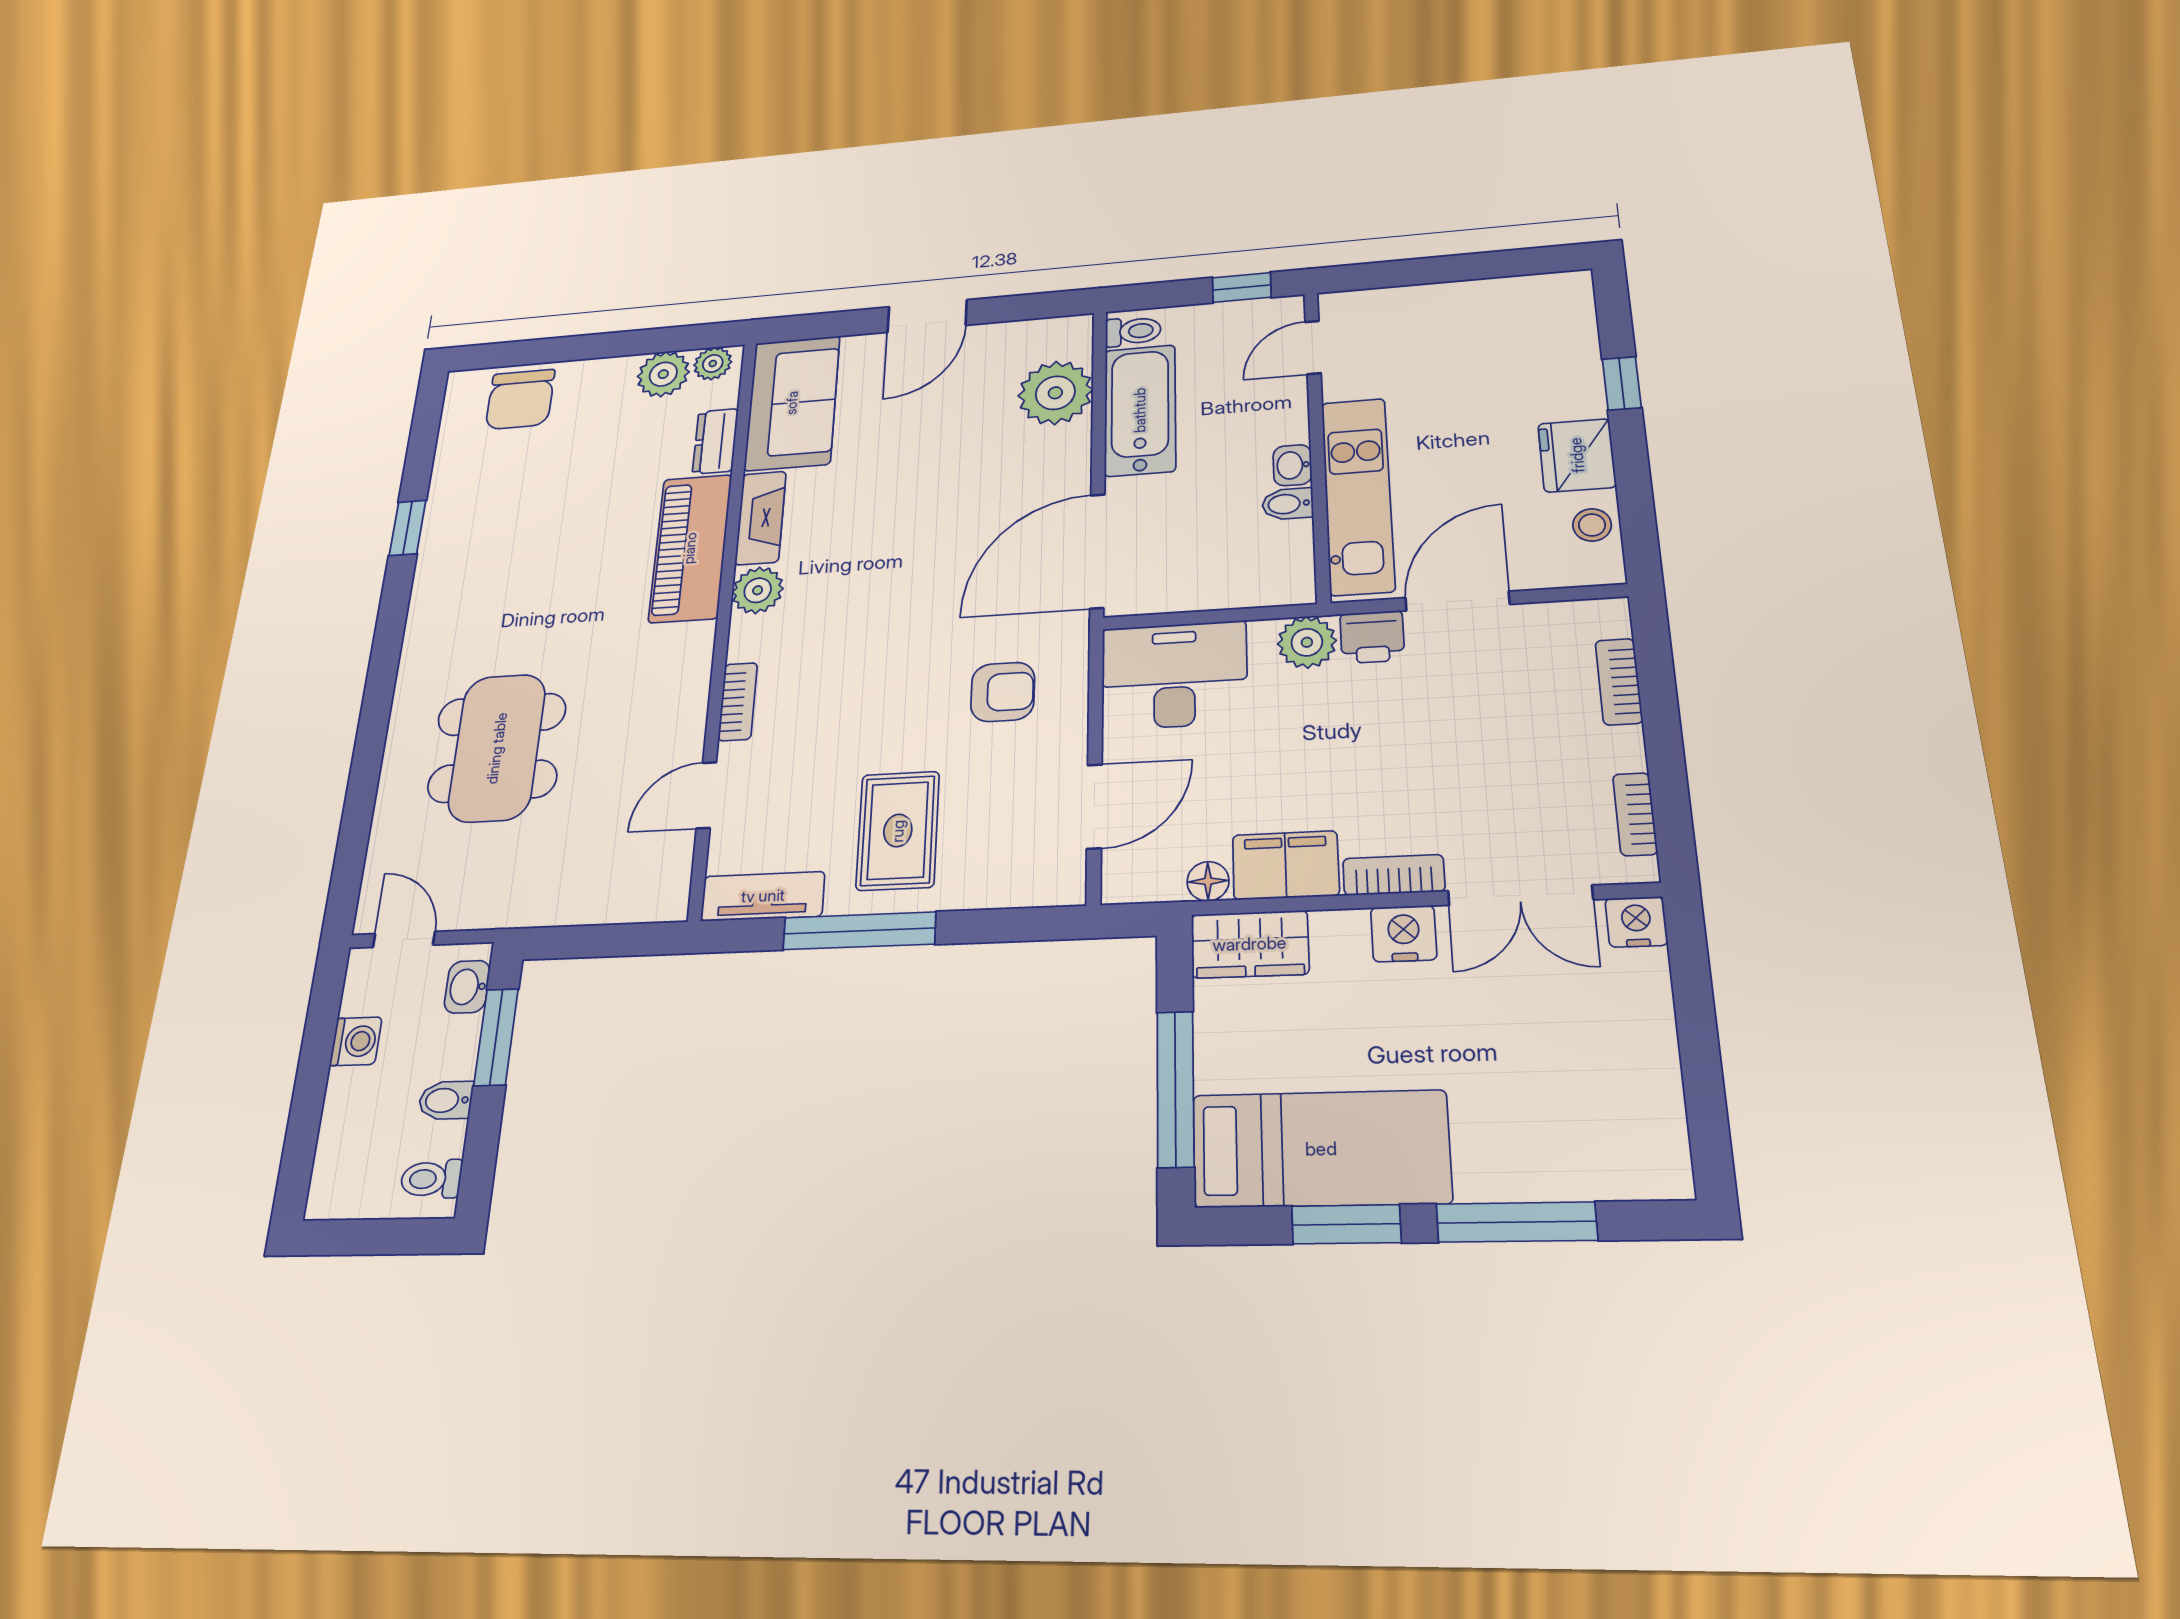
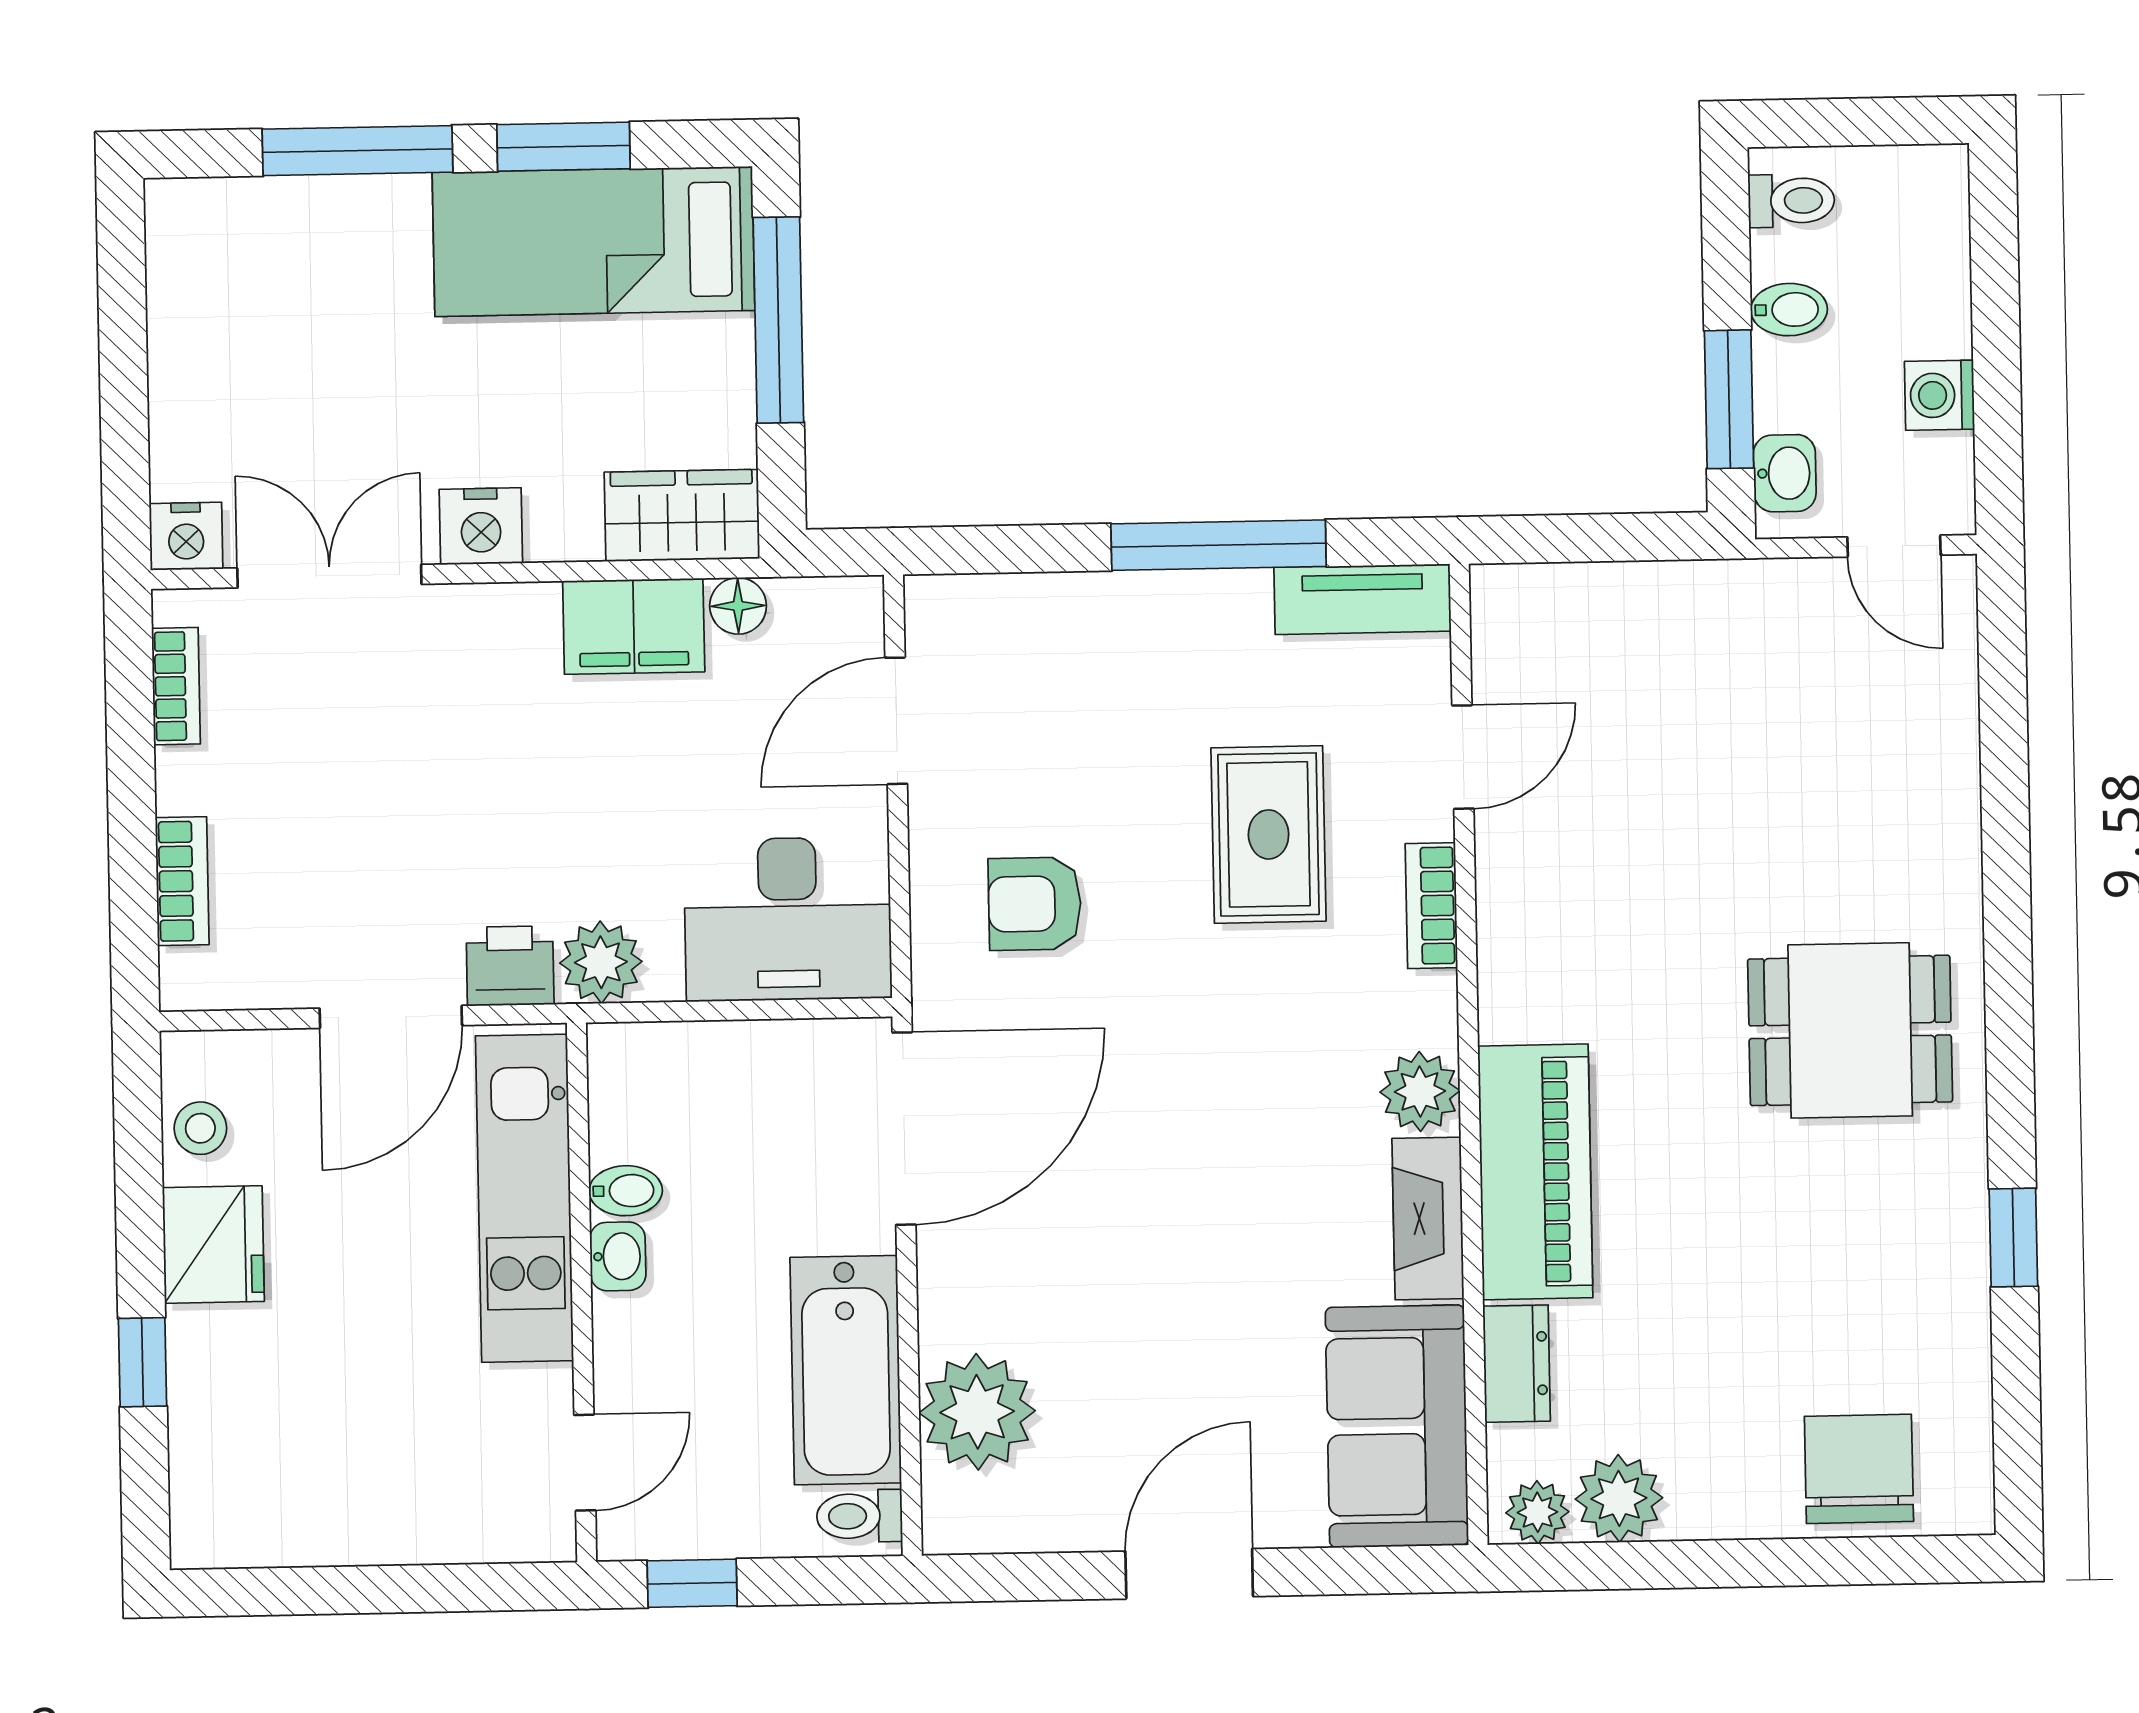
dining table: (497, 748) -> (1850, 1030), moved, width x0.73
rug: (898, 831) -> (1269, 834), moved
bookcase: (1394, 875) -> (491, 609), removed

